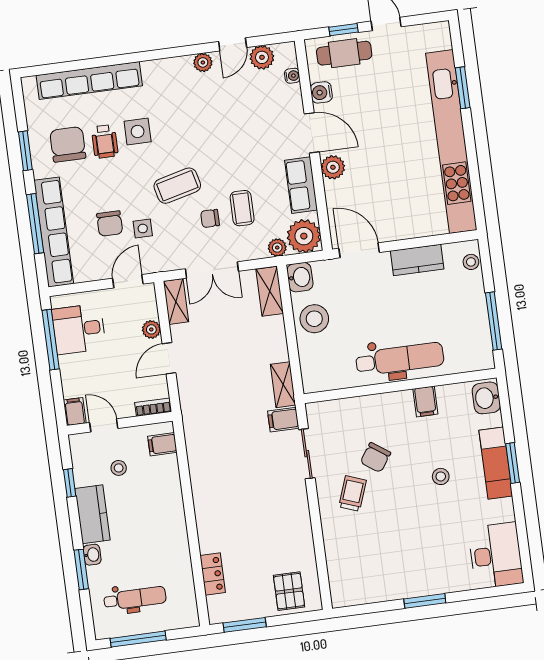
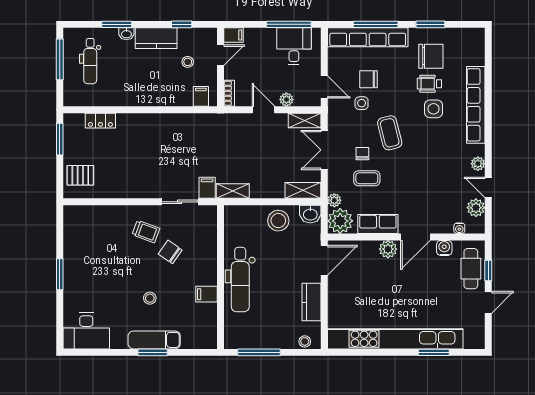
row of seats: (89, 81) -> (476, 105), moved
washbasin: (486, 398) -> (203, 339), removed

